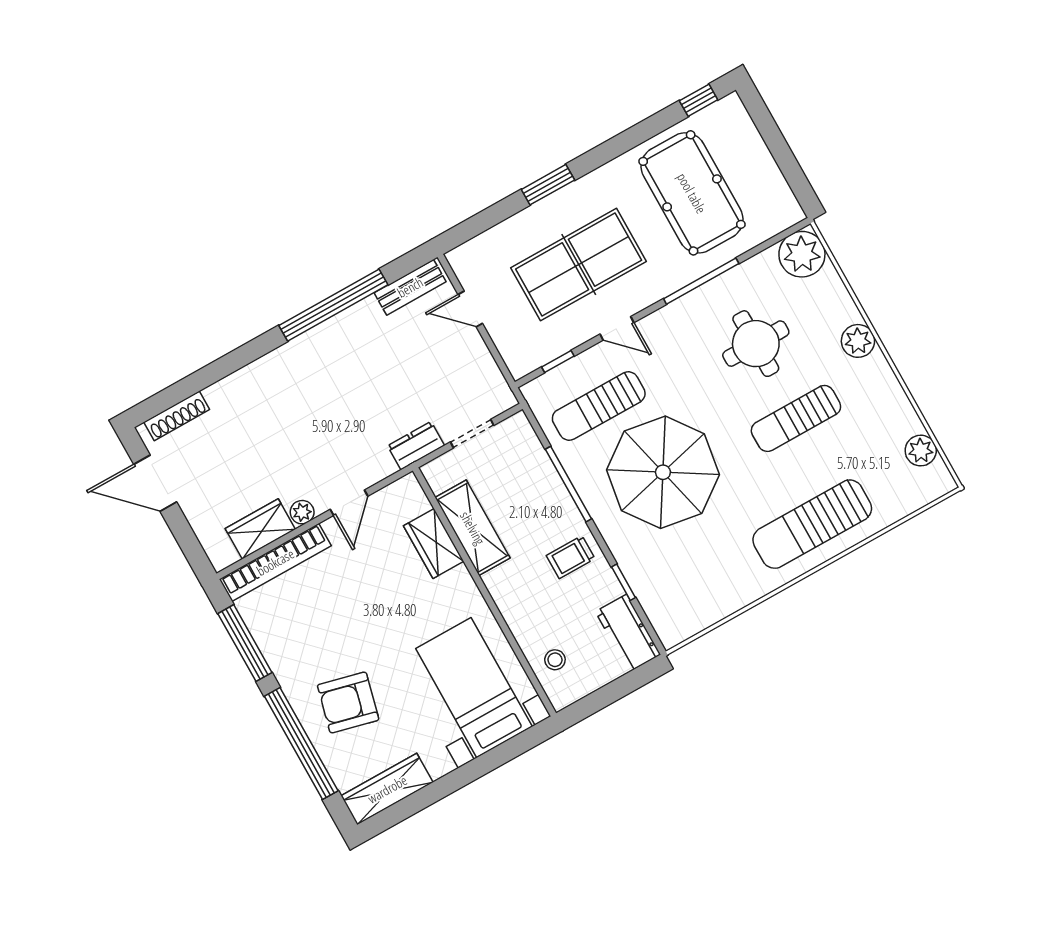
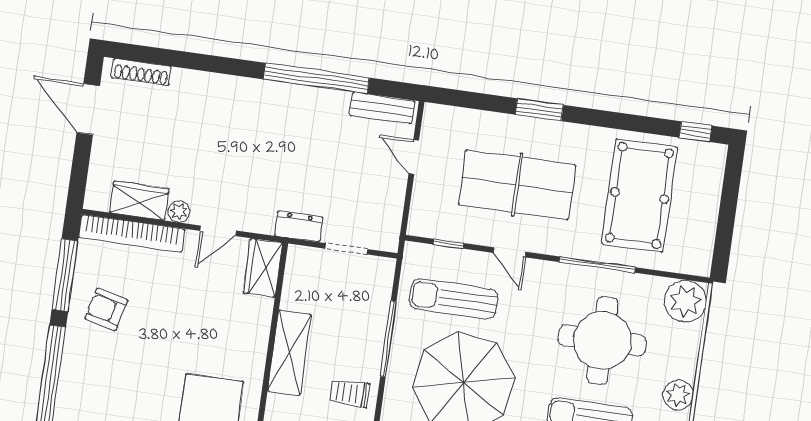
round table: (756, 344) -> (602, 340), width x1.36, depth x1.36
shelving: (473, 528) -> (289, 353), moved
wardrobe: (434, 543) -> (263, 268), moved
armchair: (348, 703) -> (106, 309), moved, width x0.72, depth x0.72

